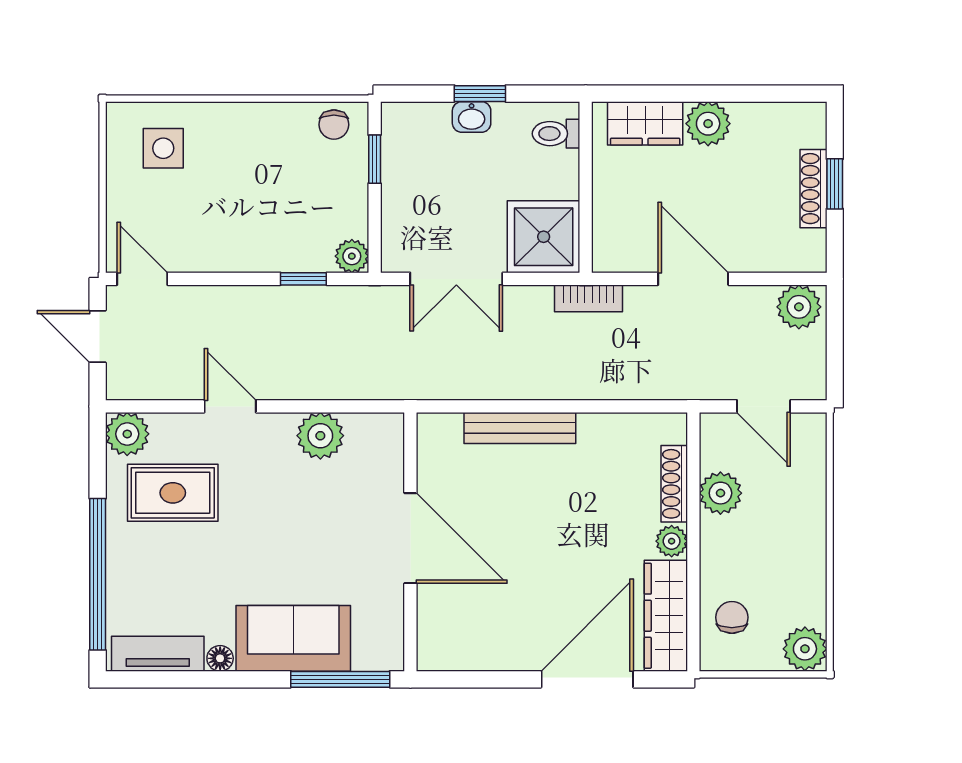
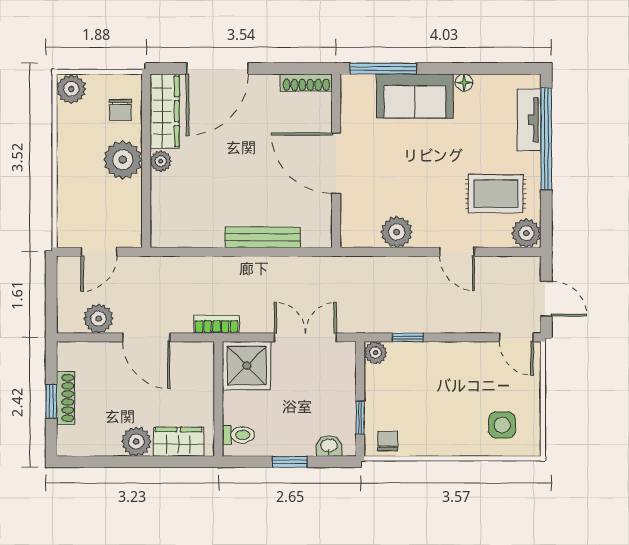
washbasin: (472, 117) -> (329, 446), moved
plant: (799, 307) -> (98, 319), moved
door: (764, 406) -> (99, 252), swing flipped
shoe rack: (674, 484) -> (306, 83), moved, turned 90
plant: (720, 493) -> (123, 160), moved, width x1.36, depth x1.36
tv unit: (158, 654) -> (529, 120), moved, turned 90

